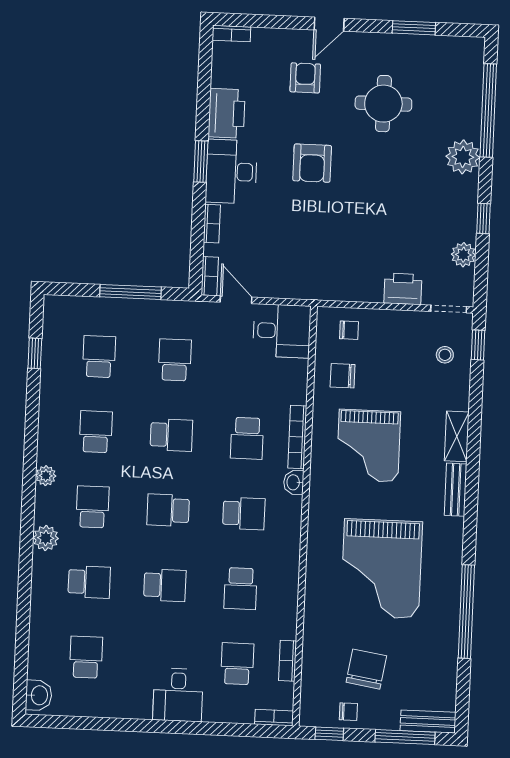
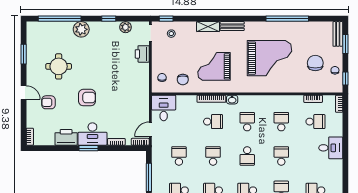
school desk: (175, 360) -> (179, 156), turned 90
grand piano: (368, 446) -> (214, 66), turned 180
school desk: (240, 589) -> (281, 122), turned -90
school desk: (237, 664) -> (315, 122), turned 180
chair: (366, 669) -> (315, 63), turned 81
window: (405, 737) -> (345, 44), width x0.69

